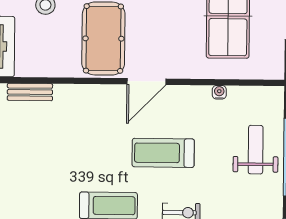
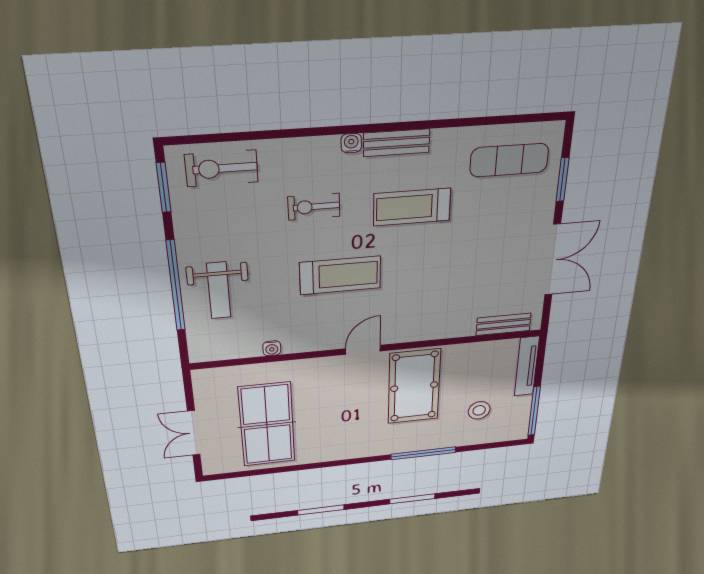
door: (146, 81) -> (363, 350), width x0.73

